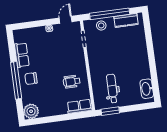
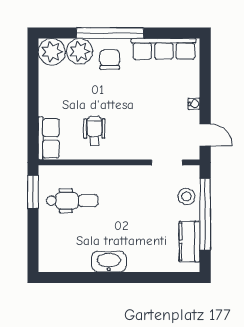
row of seats: (22, 55) -> (164, 49), width x1.48
washbasin: (147, 89) -> (109, 262), moved
plant: (29, 96) -> (80, 51), added

